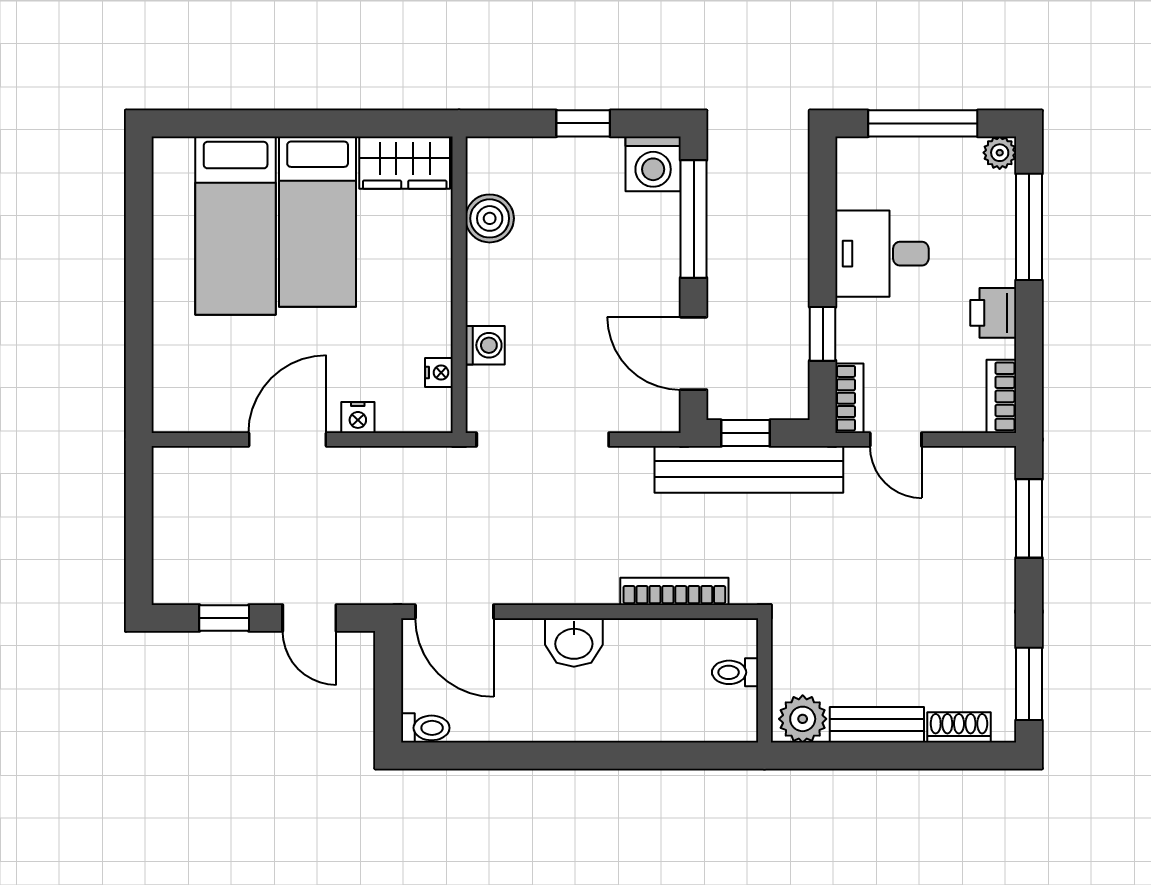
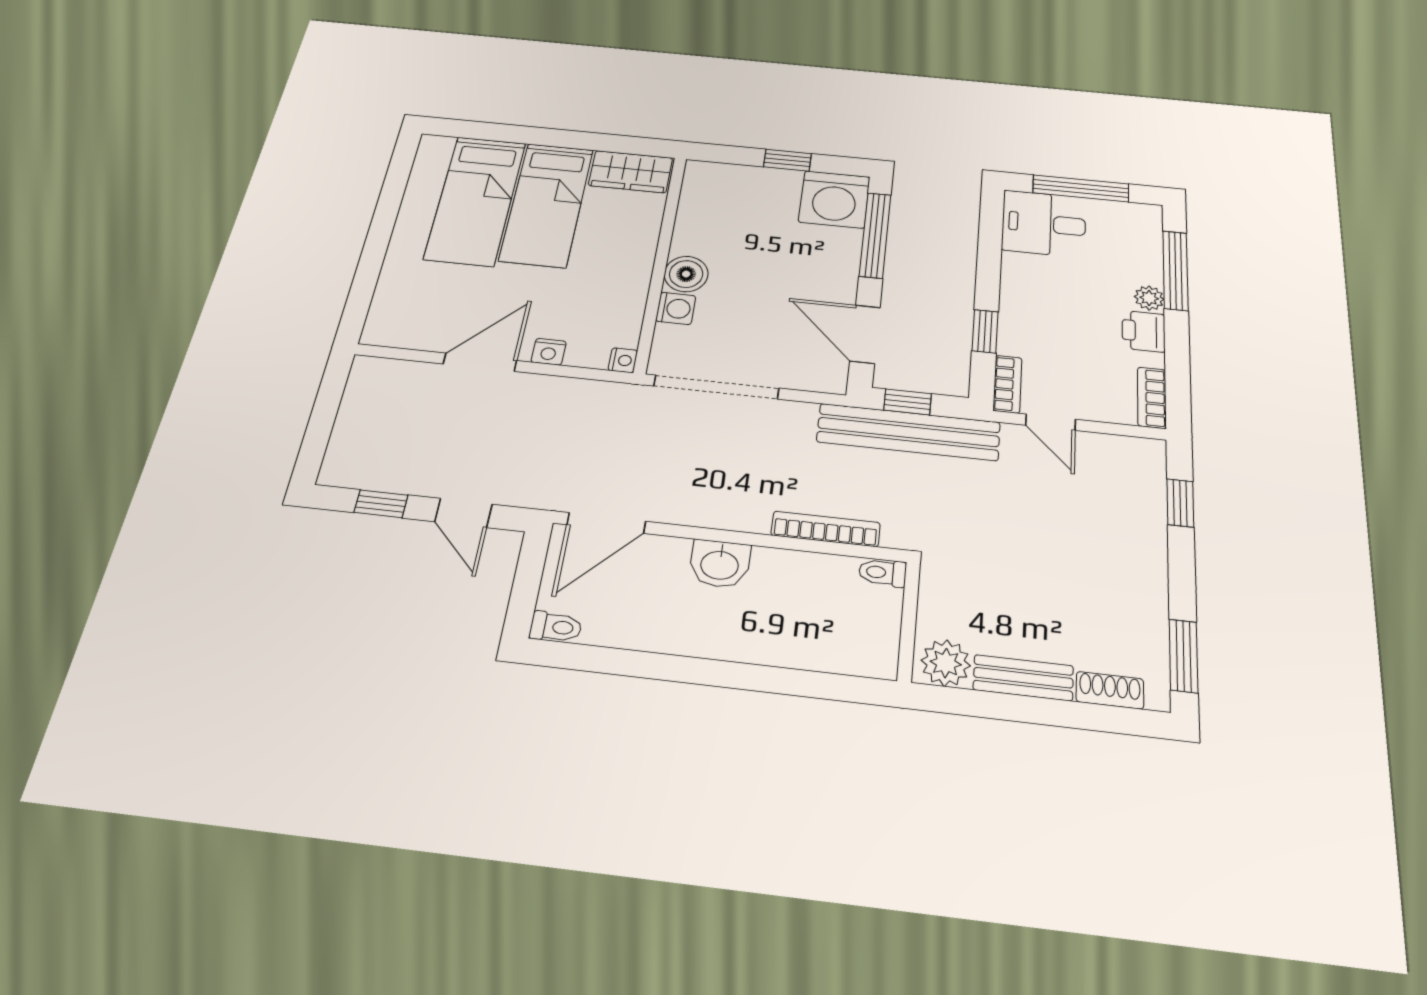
plant: (1000, 153) -> (1149, 298), moved
washing machine: (653, 164) -> (834, 199), width x1.37, depth x1.37
boiler: (490, 218) -> (686, 274), moved
desk: (882, 254) -> (1044, 224), moved
nightstand: (439, 373) -> (623, 360), moved
window: (1029, 518) -> (1180, 503), width x0.67
door: (454, 612) -> (606, 523), hinge flipped
toilet: (735, 672) -> (883, 573), moved

